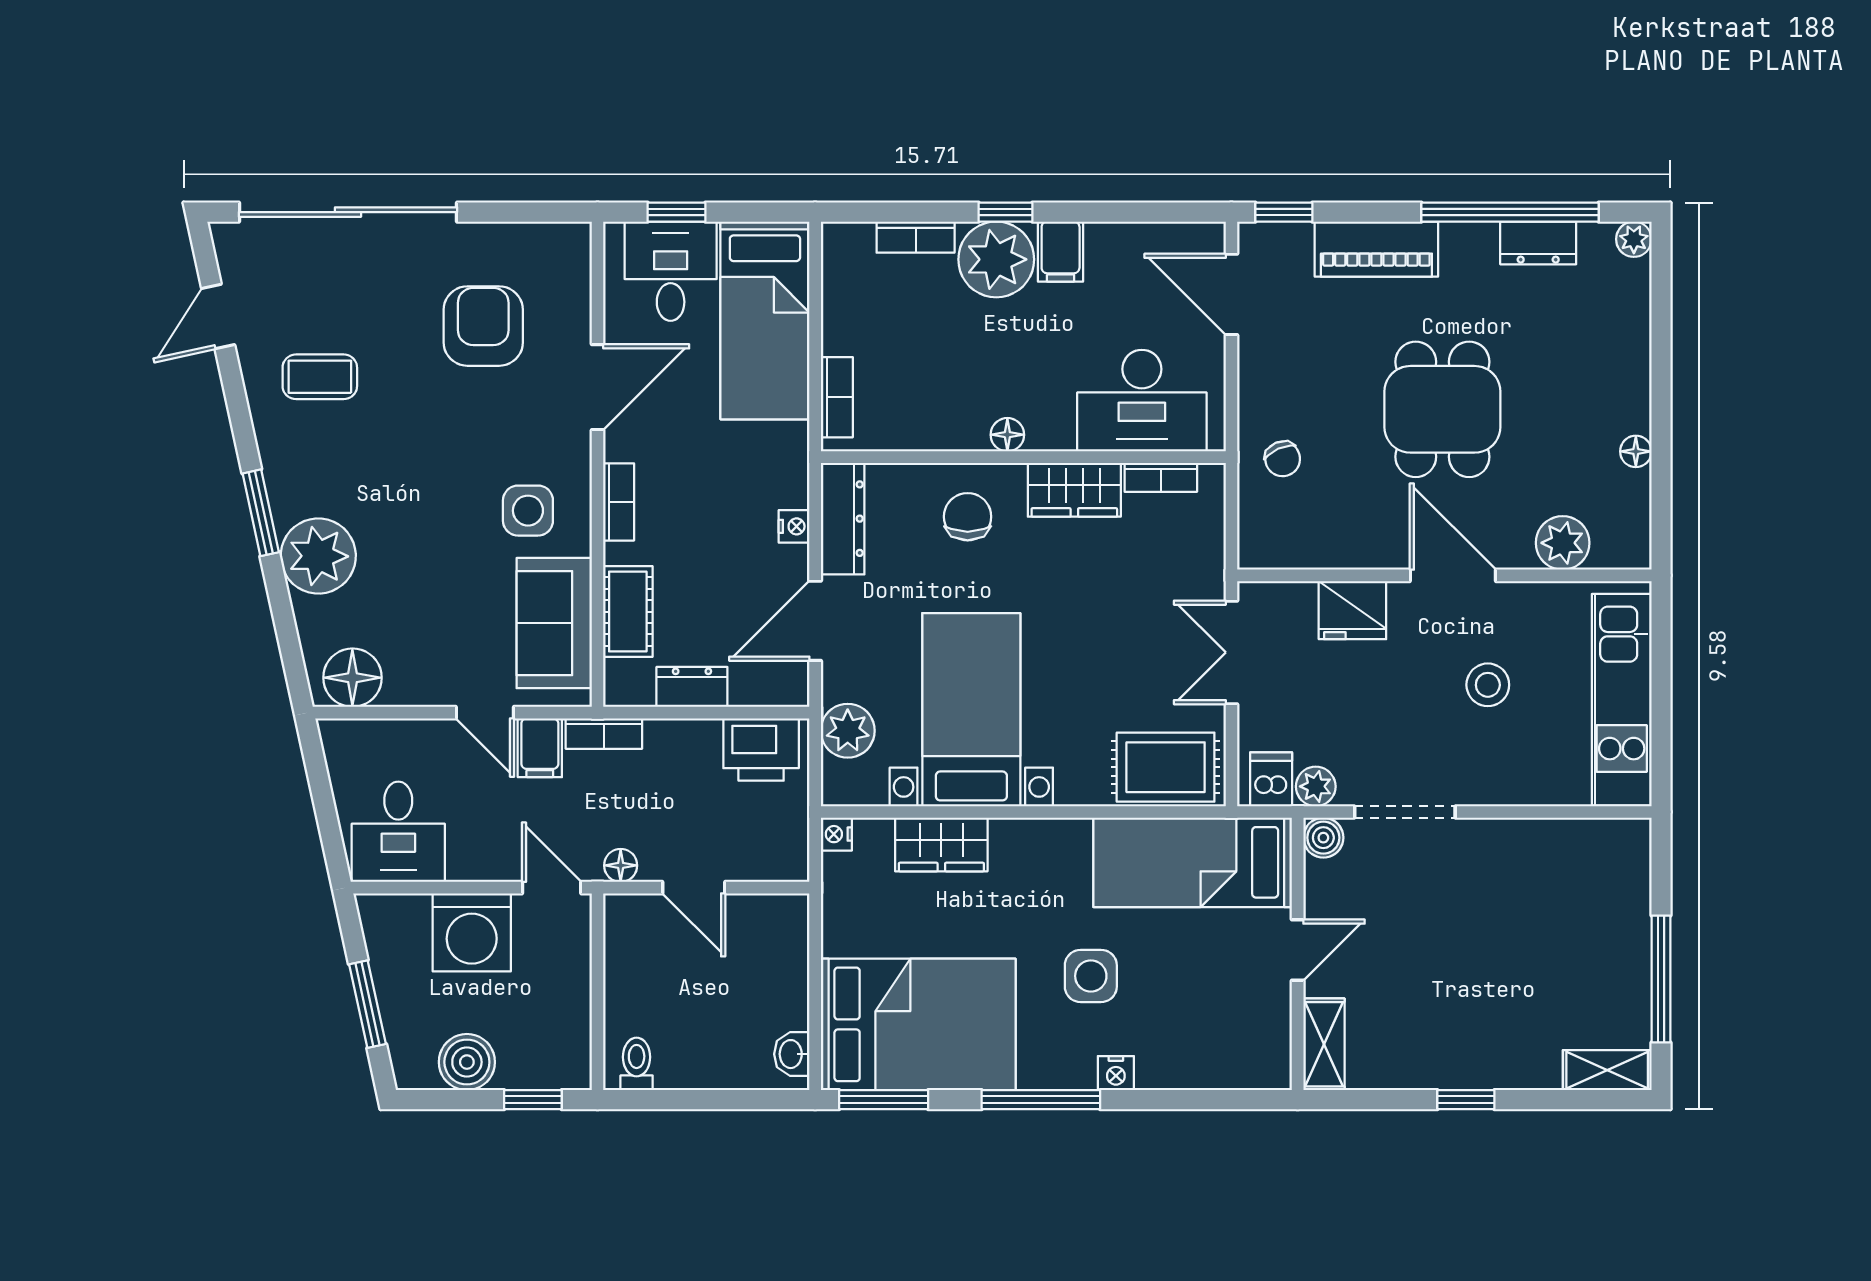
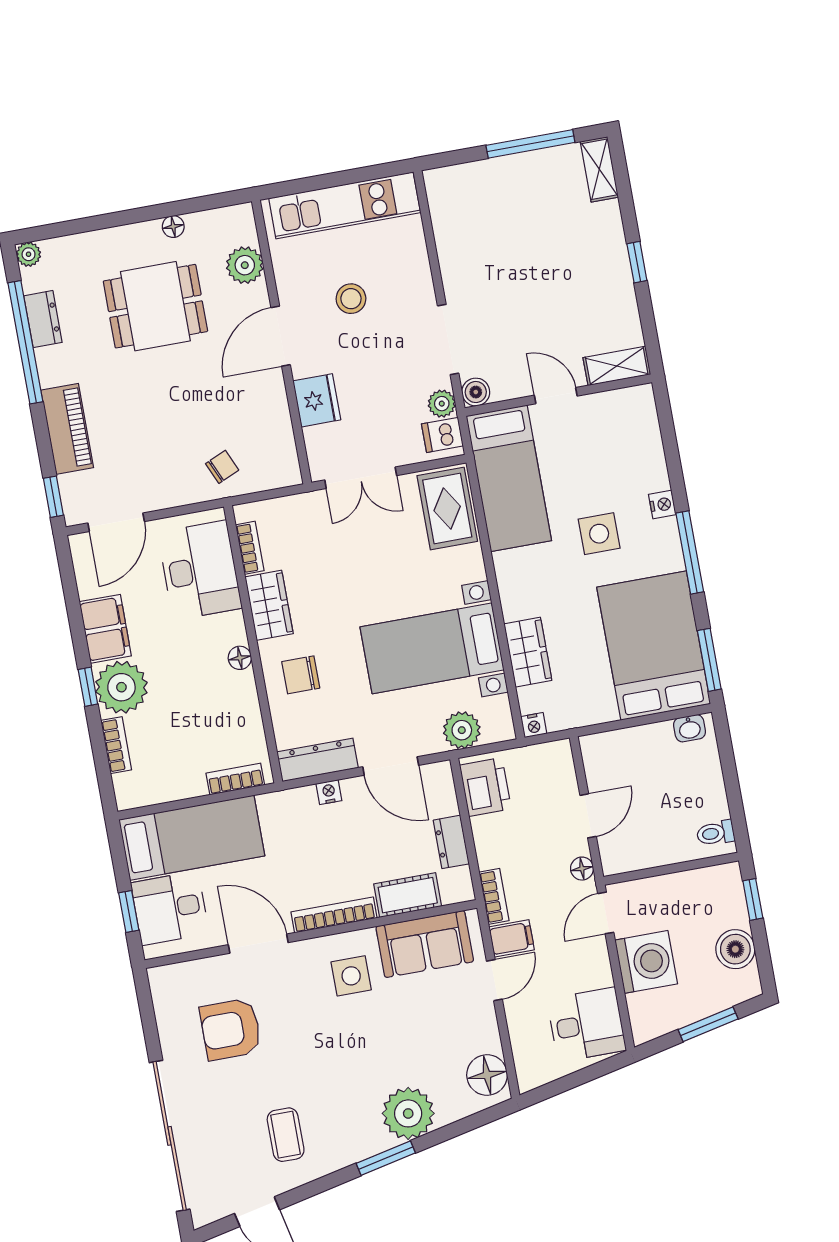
filing cabinet: (1061, 252) -> (105, 629), width x2.00
dining table: (1442, 409) -> (155, 306), moved
bookcase: (619, 502) -> (334, 915), width x1.56

